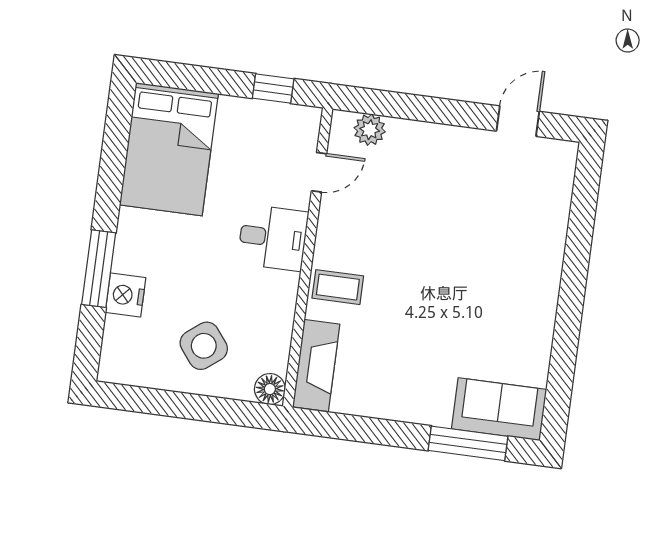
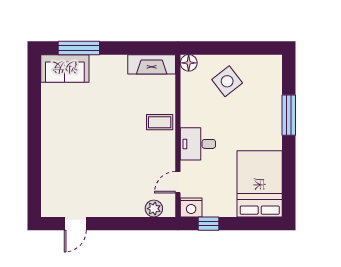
nightstand: (126, 295) -> (191, 207), moved, turned 90
fireplace: (316, 365) -> (152, 64), moved, turned -90

